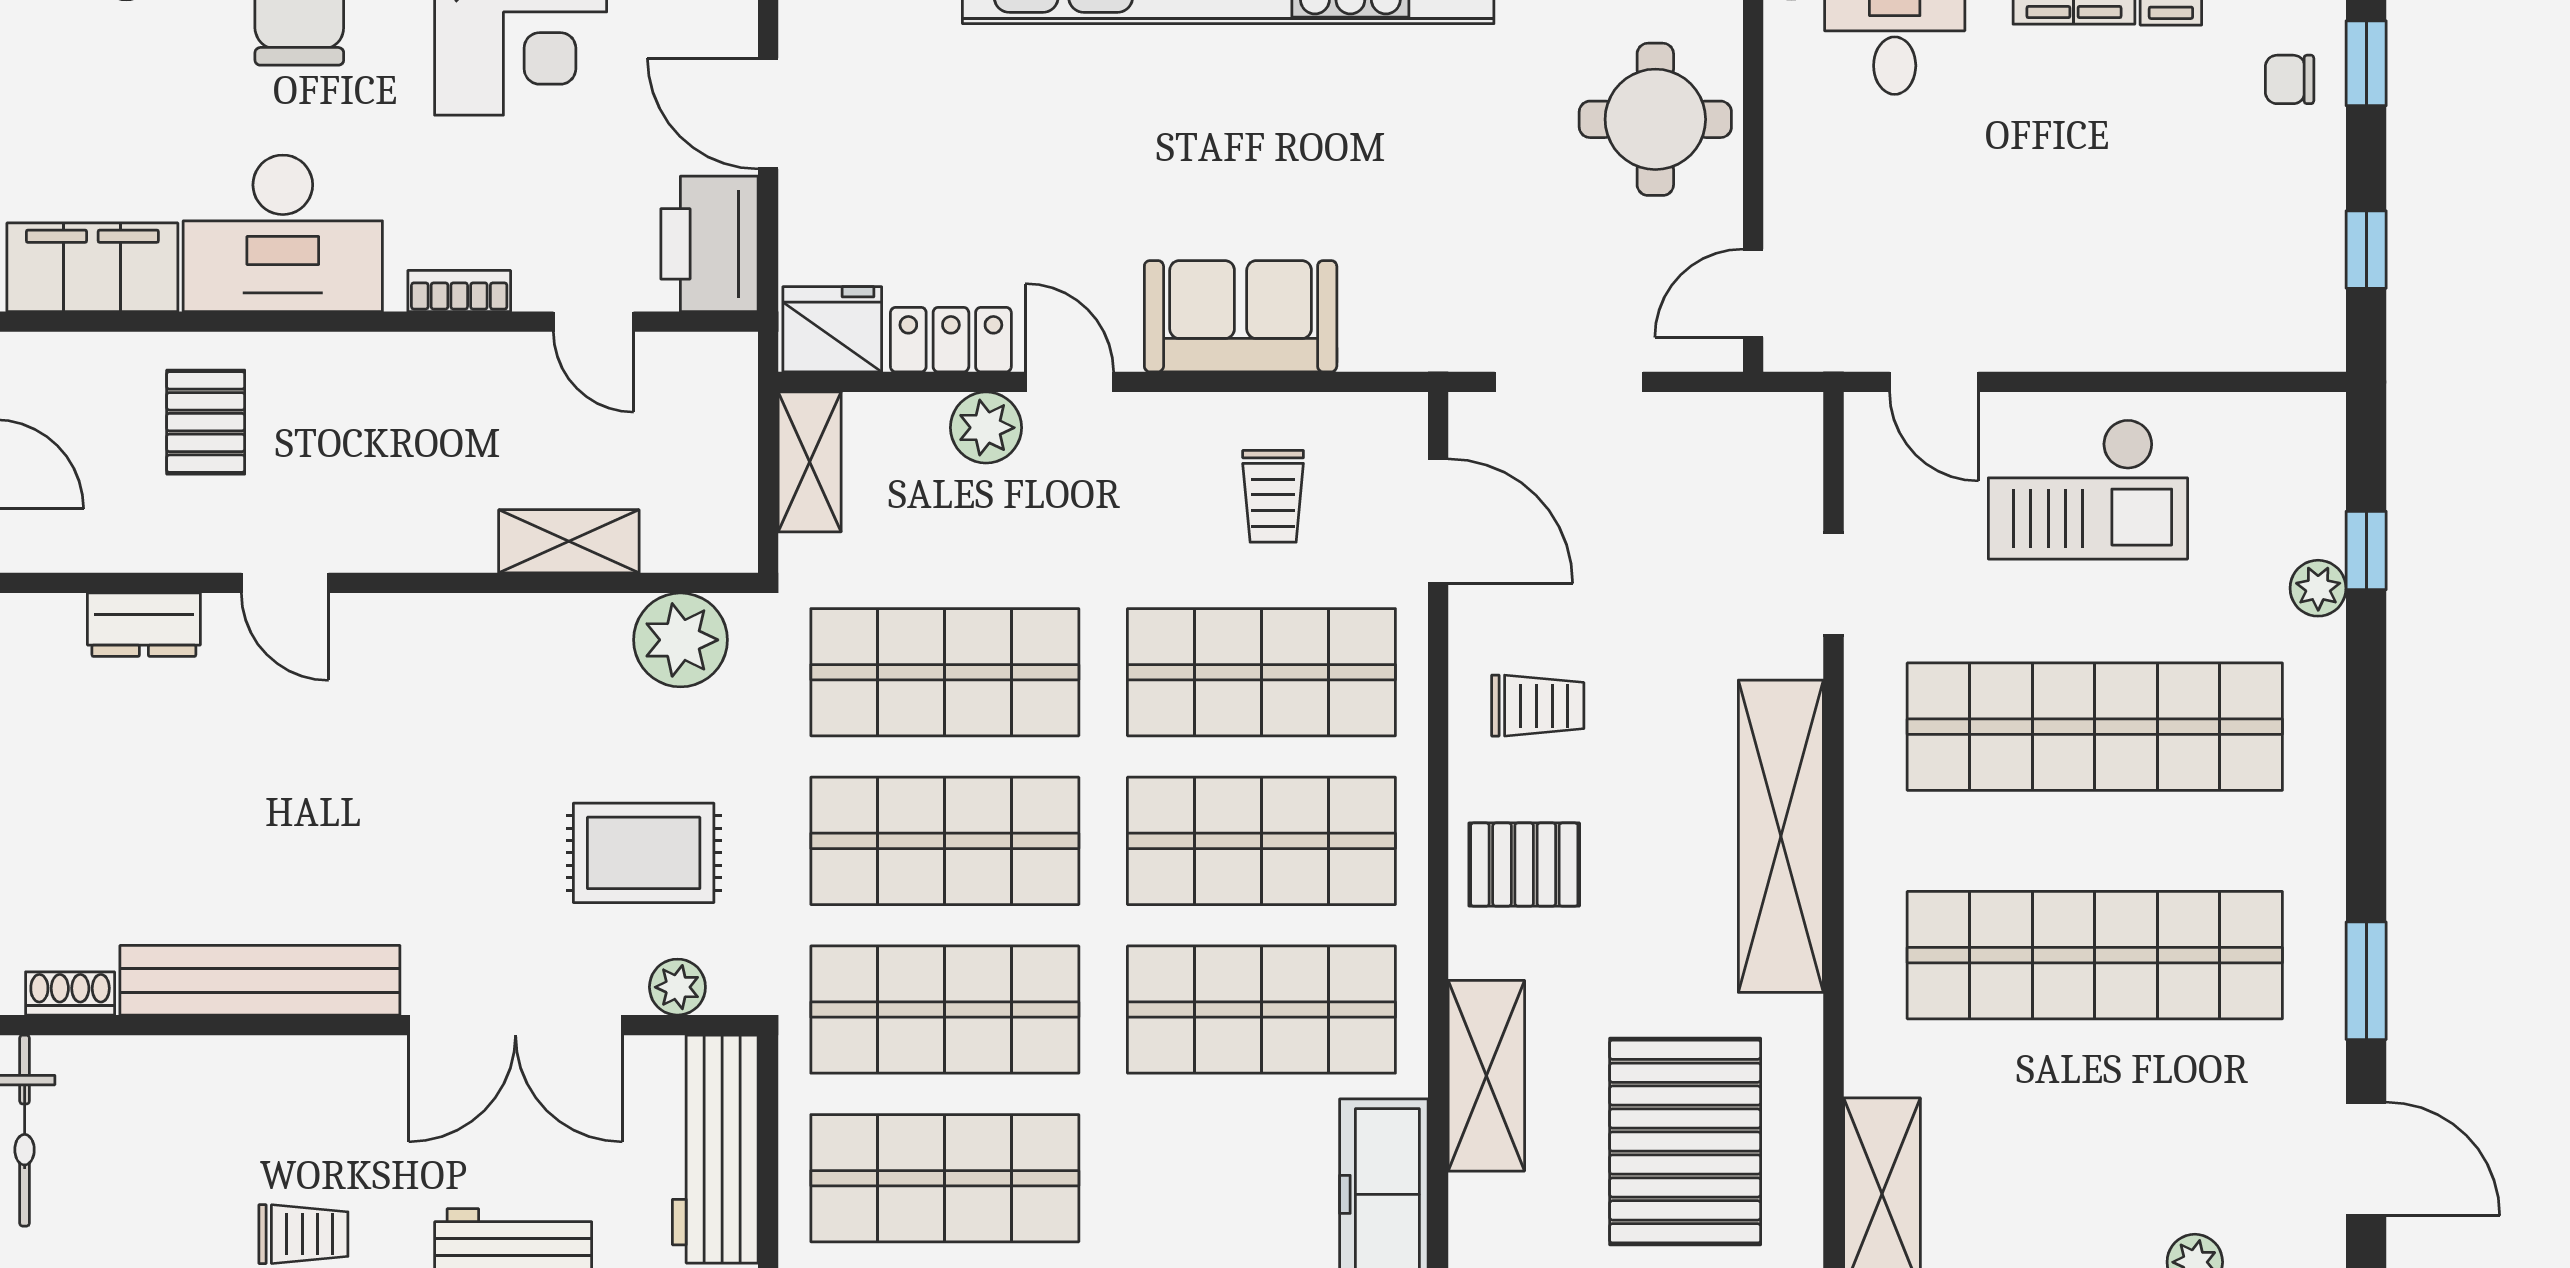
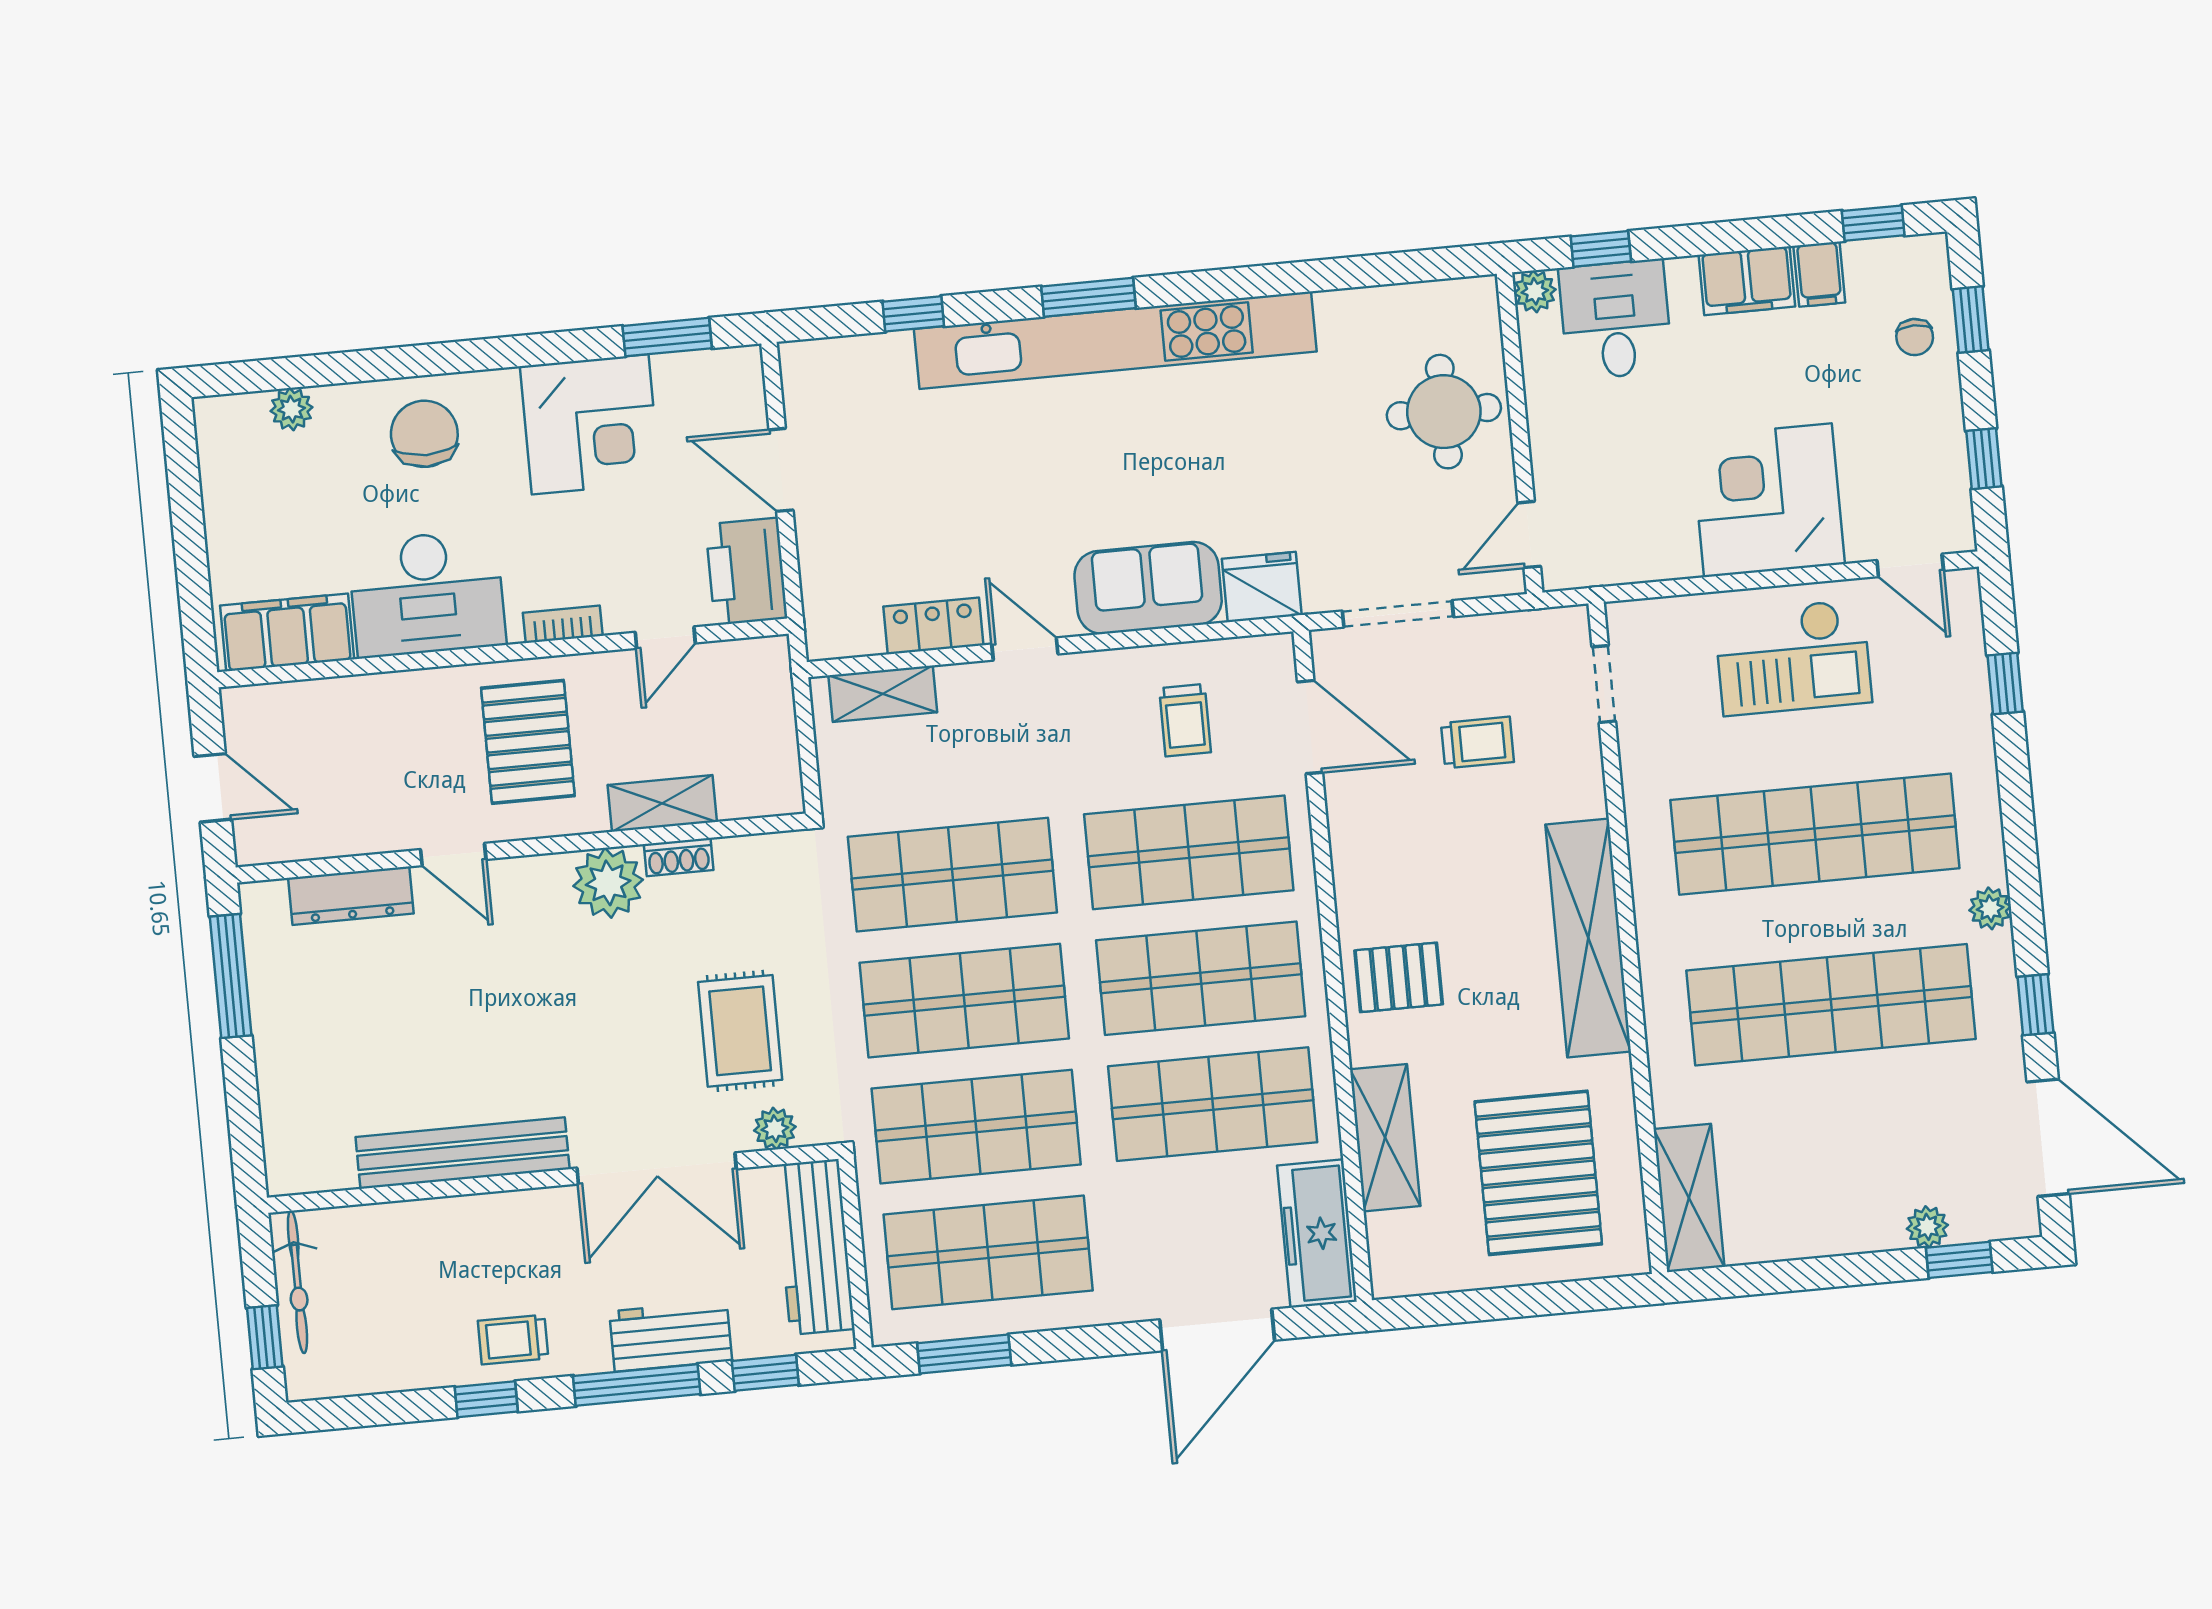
chair: (2290, 79) -> (1915, 337), turned -90
corner desk: (2074, 278) -> (1768, 500), added
door: (593, 322) -> (665, 638), hinge flipped
fridge: (832, 329) -> (1262, 587), moved
door: (1934, 382) -> (1910, 565), moved
pallet: (206, 422) -> (528, 742), moved, width x1.50, depth x1.42
plant: (986, 428) -> (966, 689), removed
shelving: (810, 462) -> (883, 694), moved, turned 90
doorway: (1833, 584) -> (1604, 684), moved
plant: (2318, 588) -> (1990, 908), moved
dresser: (144, 625) -> (351, 896), width x1.44
plant: (680, 640) -> (608, 883), moved
trolley: (1538, 706) -> (1477, 742), moved
rug: (644, 853) -> (740, 1031), turned 90
window: (2366, 981) -> (2035, 1005), width x0.67
shoe rack: (70, 993) -> (679, 857), moved, turned 180
door: (2366, 1159) -> (2048, 1138), width x1.36
trolley: (303, 1234) -> (513, 1340), turned 180

